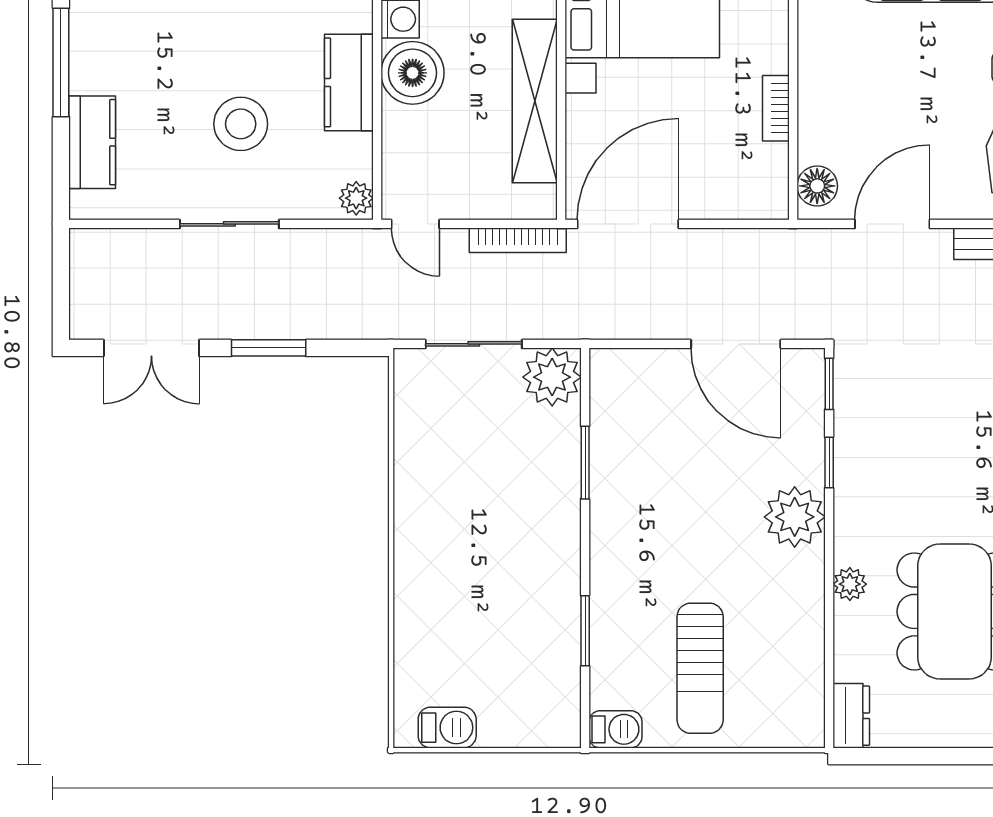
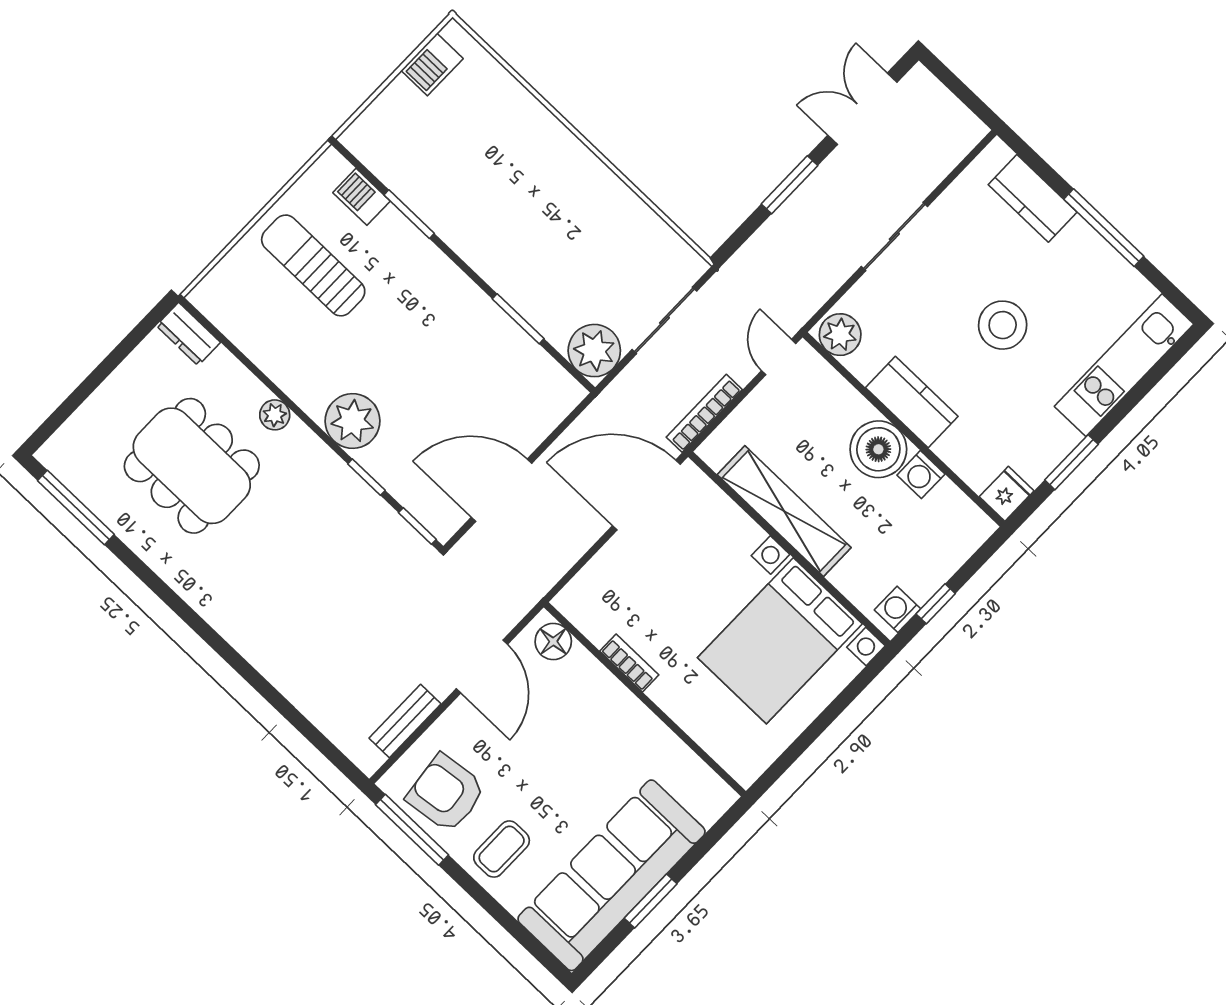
stool: (241, 124) -> (1003, 325), moved
plant: (356, 198) -> (840, 335), width x1.38, depth x1.38
door: (415, 224) -> (779, 357), hinge flipped
door: (628, 224) -> (646, 495), swing flipped
barbecue: (615, 729) -> (361, 197), moved, turned 90

